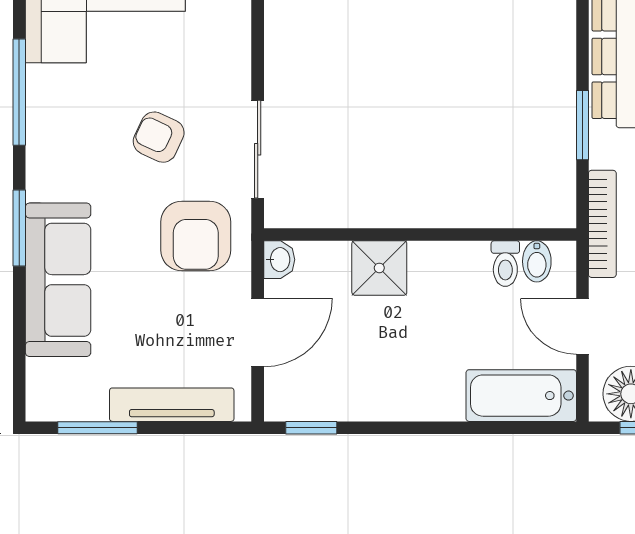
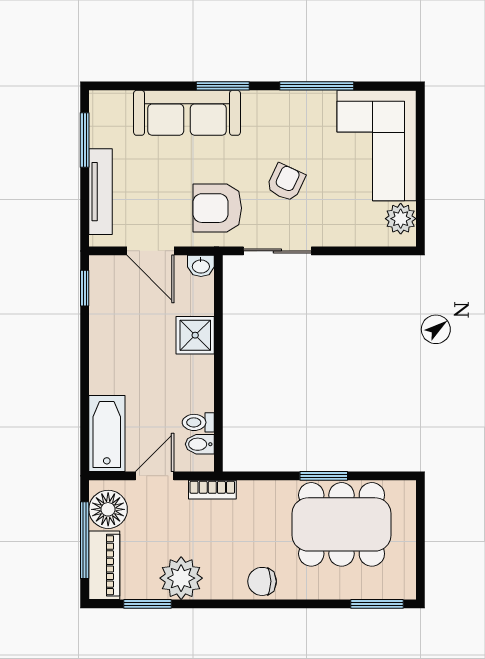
window: (582, 125) -> (324, 476), moved
bookcase: (602, 224) -> (212, 490), width x0.64

